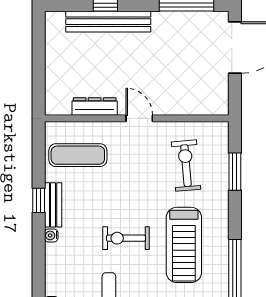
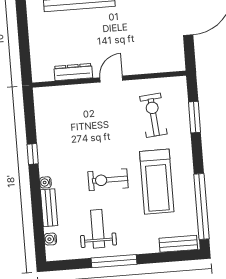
door: (139, 118) -> (111, 79), hinge flipped
exercise mat: (78, 155) -> (62, 114), removed
bench: (53, 205) -> (49, 208), moved

